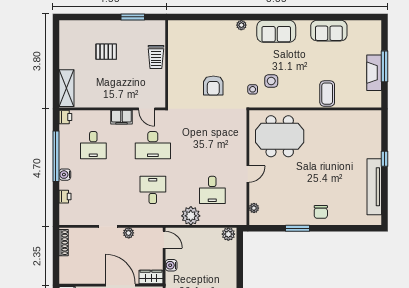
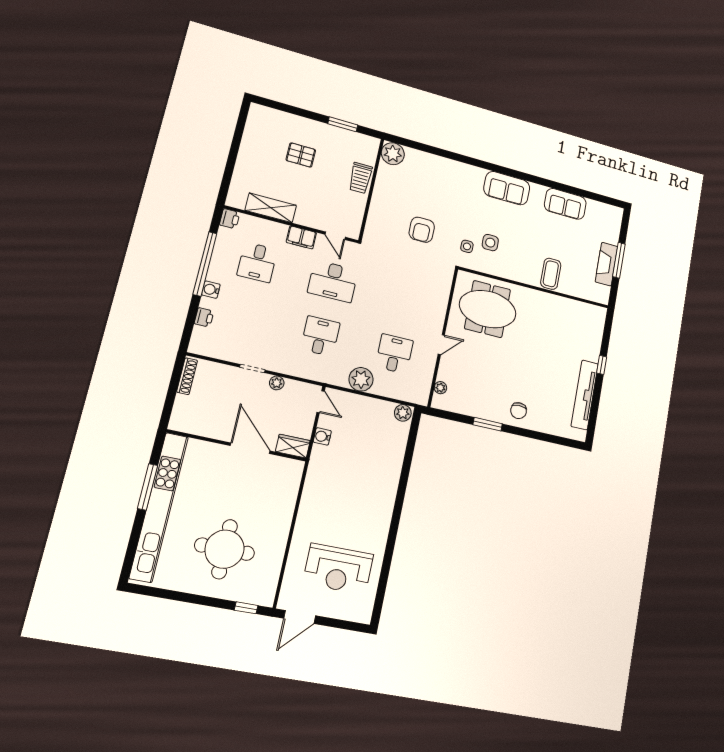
plant: (241, 25) -> (393, 154), moved, width x1.87, depth x1.87
shelving: (66, 88) -> (271, 208), moved, turned 90
desk: (212, 190) -> (394, 354), turned 180

